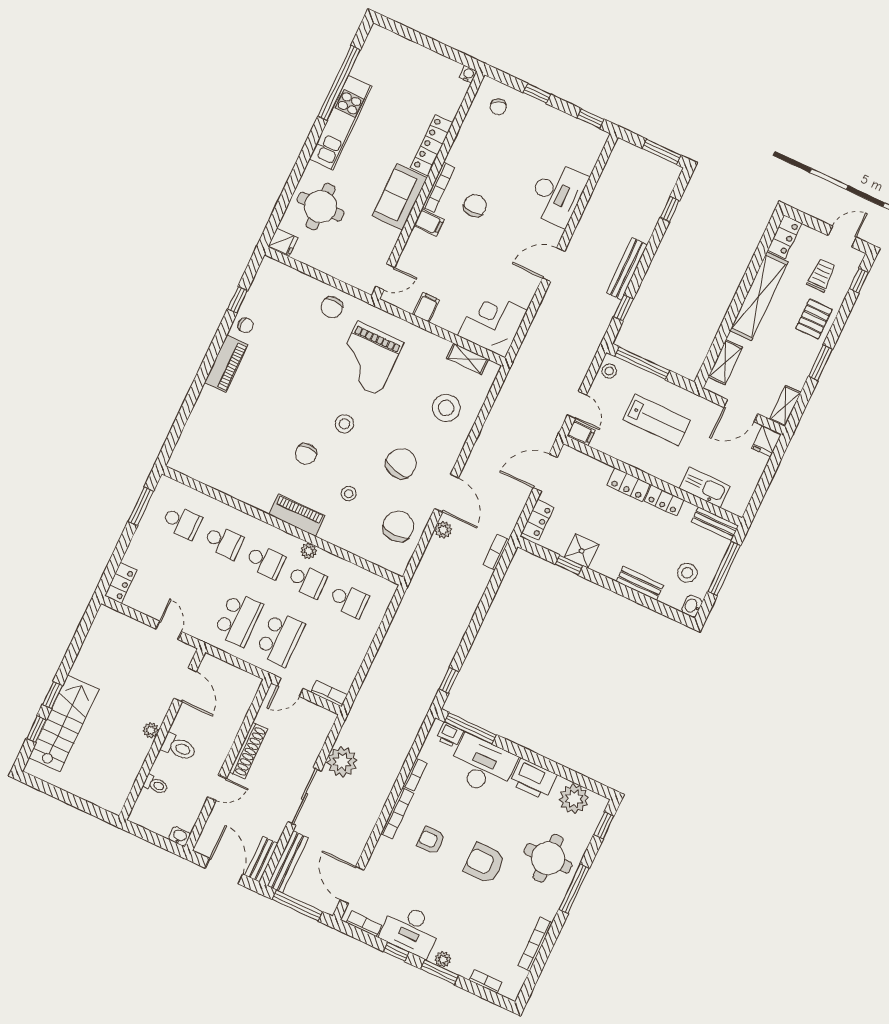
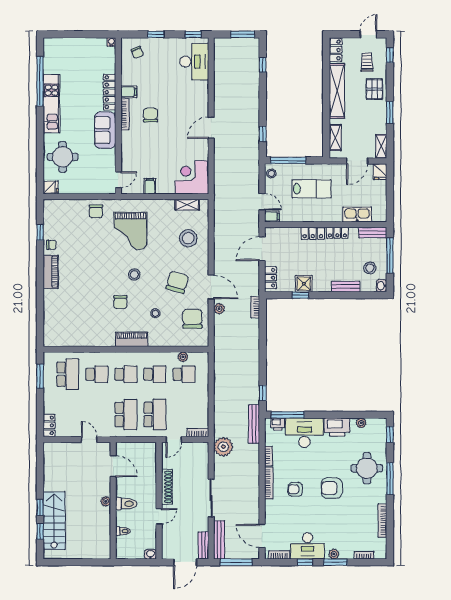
desk: (557, 194) -> (194, 62), moved
filing cabinet: (429, 223) -> (129, 92), moved
bench: (627, 269) -> (254, 424), moved
school desk: (182, 522) -> (68, 374), width x1.85
plant: (309, 551) -> (183, 357), moved
plant: (342, 762) -> (223, 447), moved
plant: (574, 799) -> (361, 423), width x0.53, depth x0.53
door: (224, 871) -> (185, 562), swing flipped

